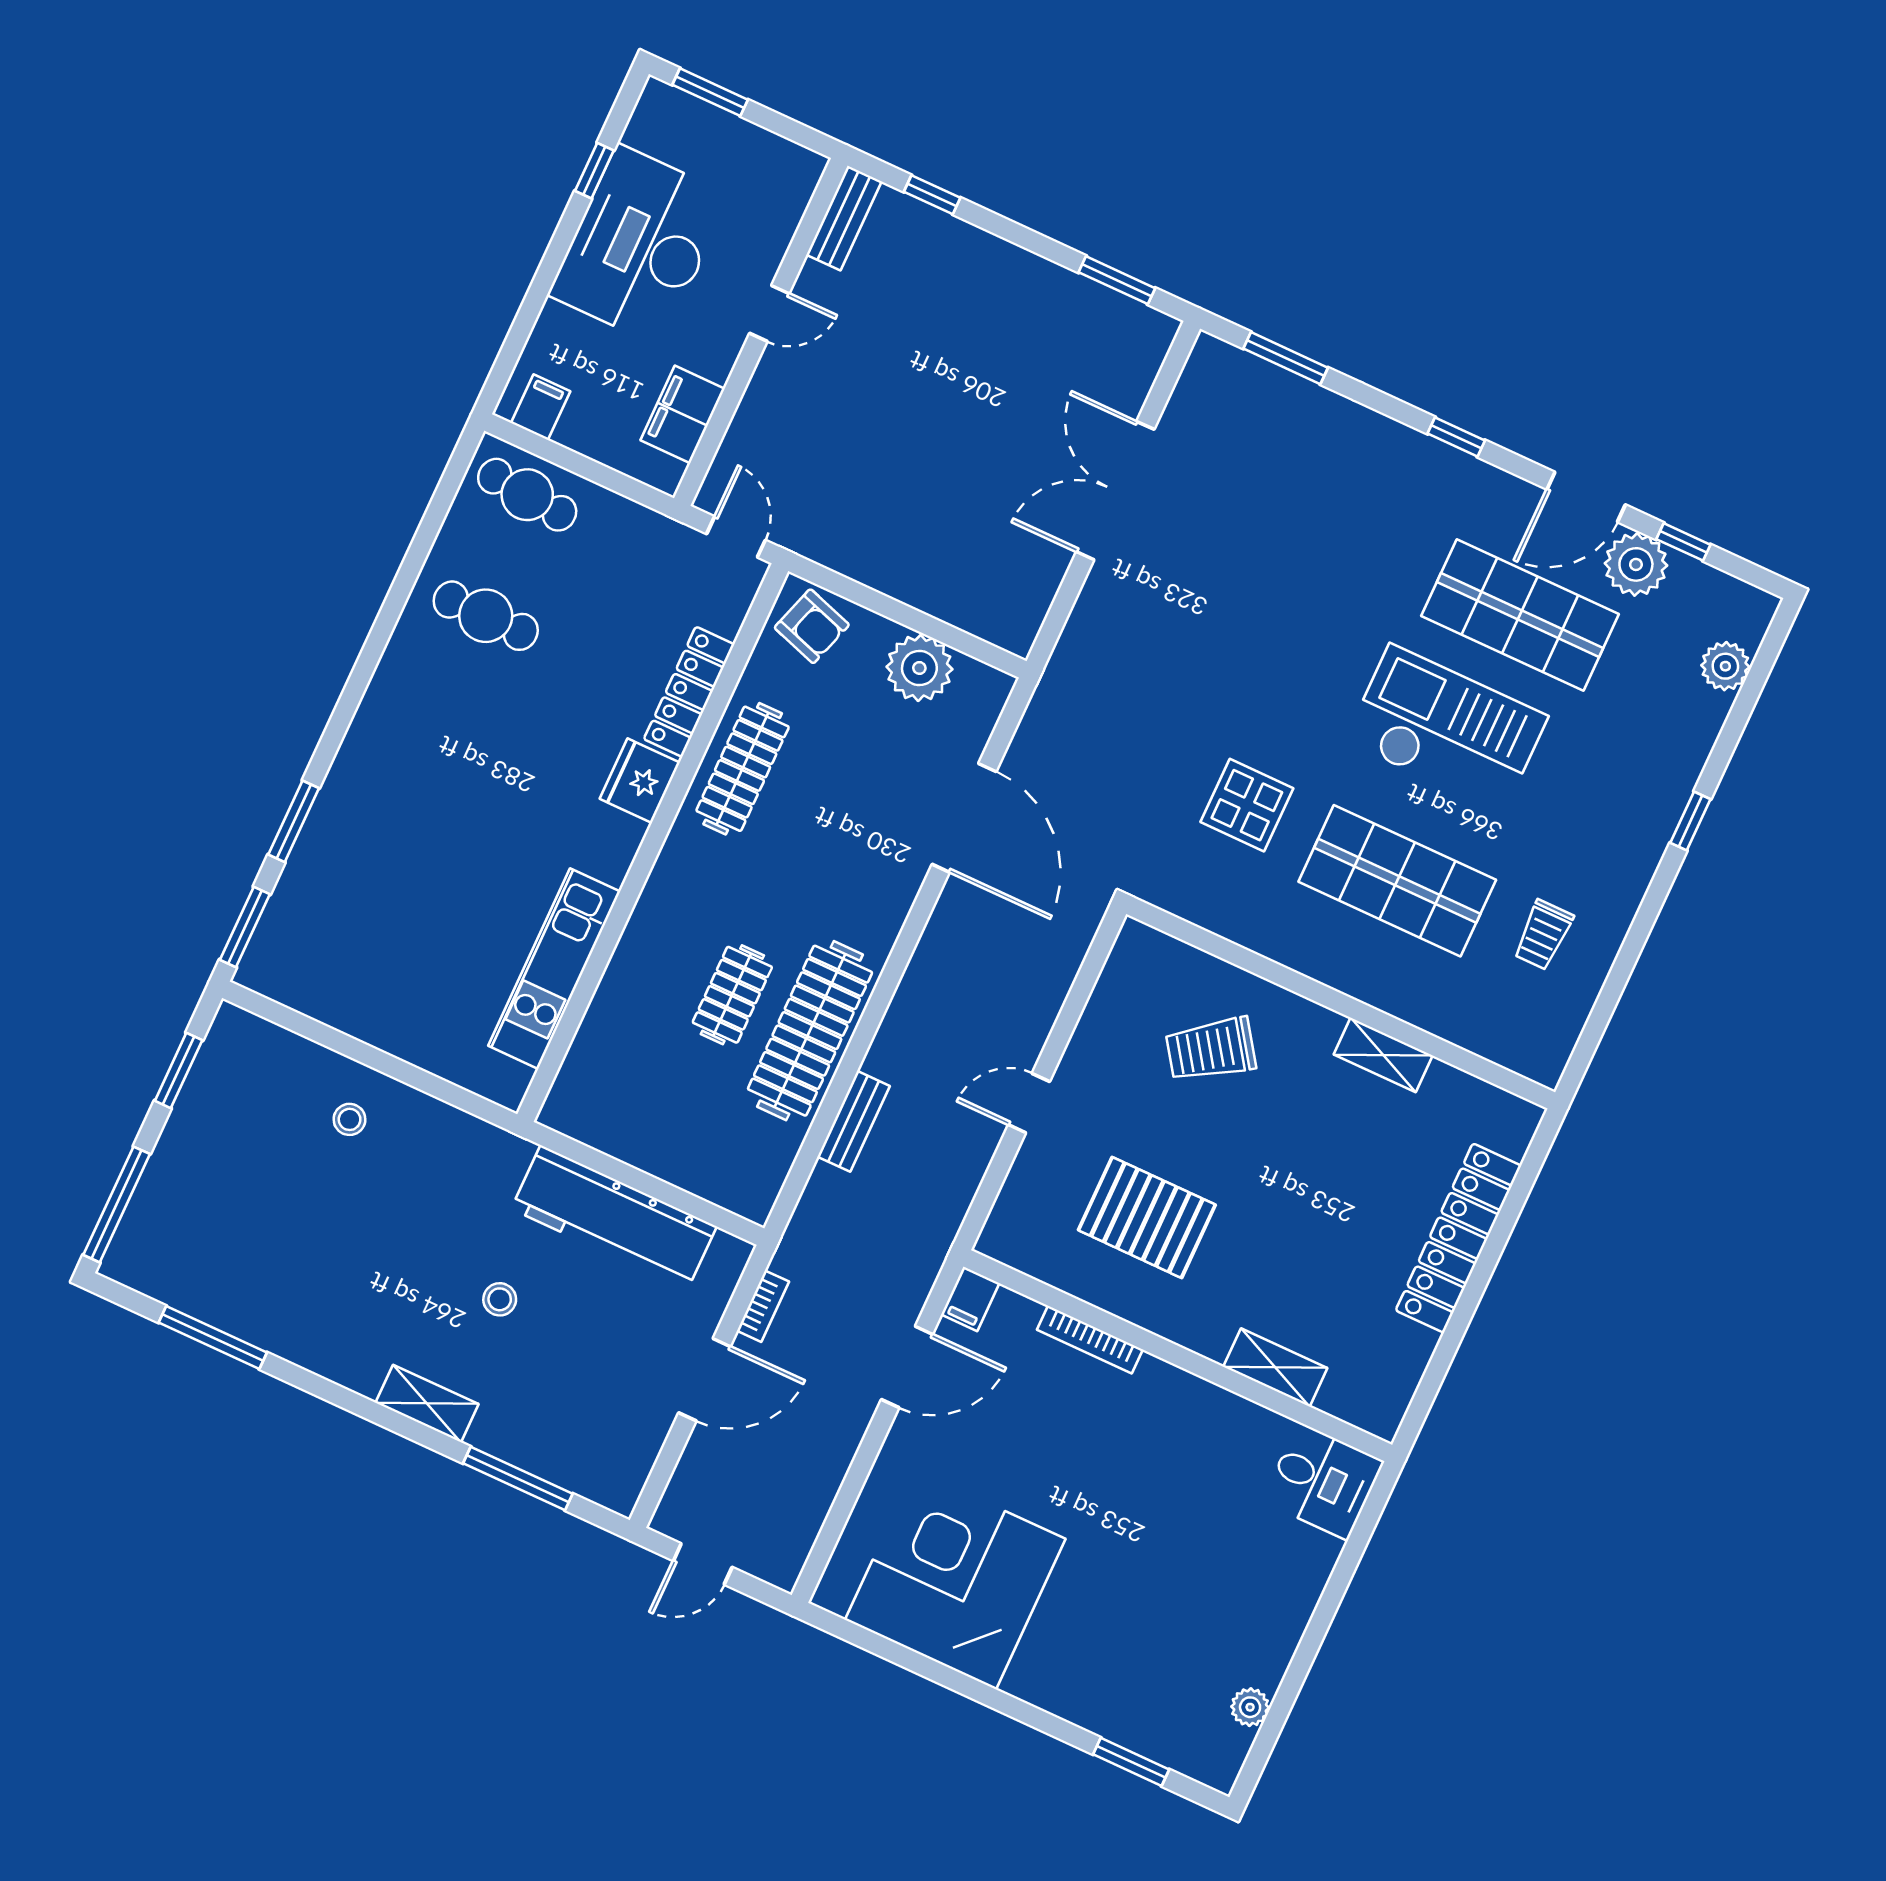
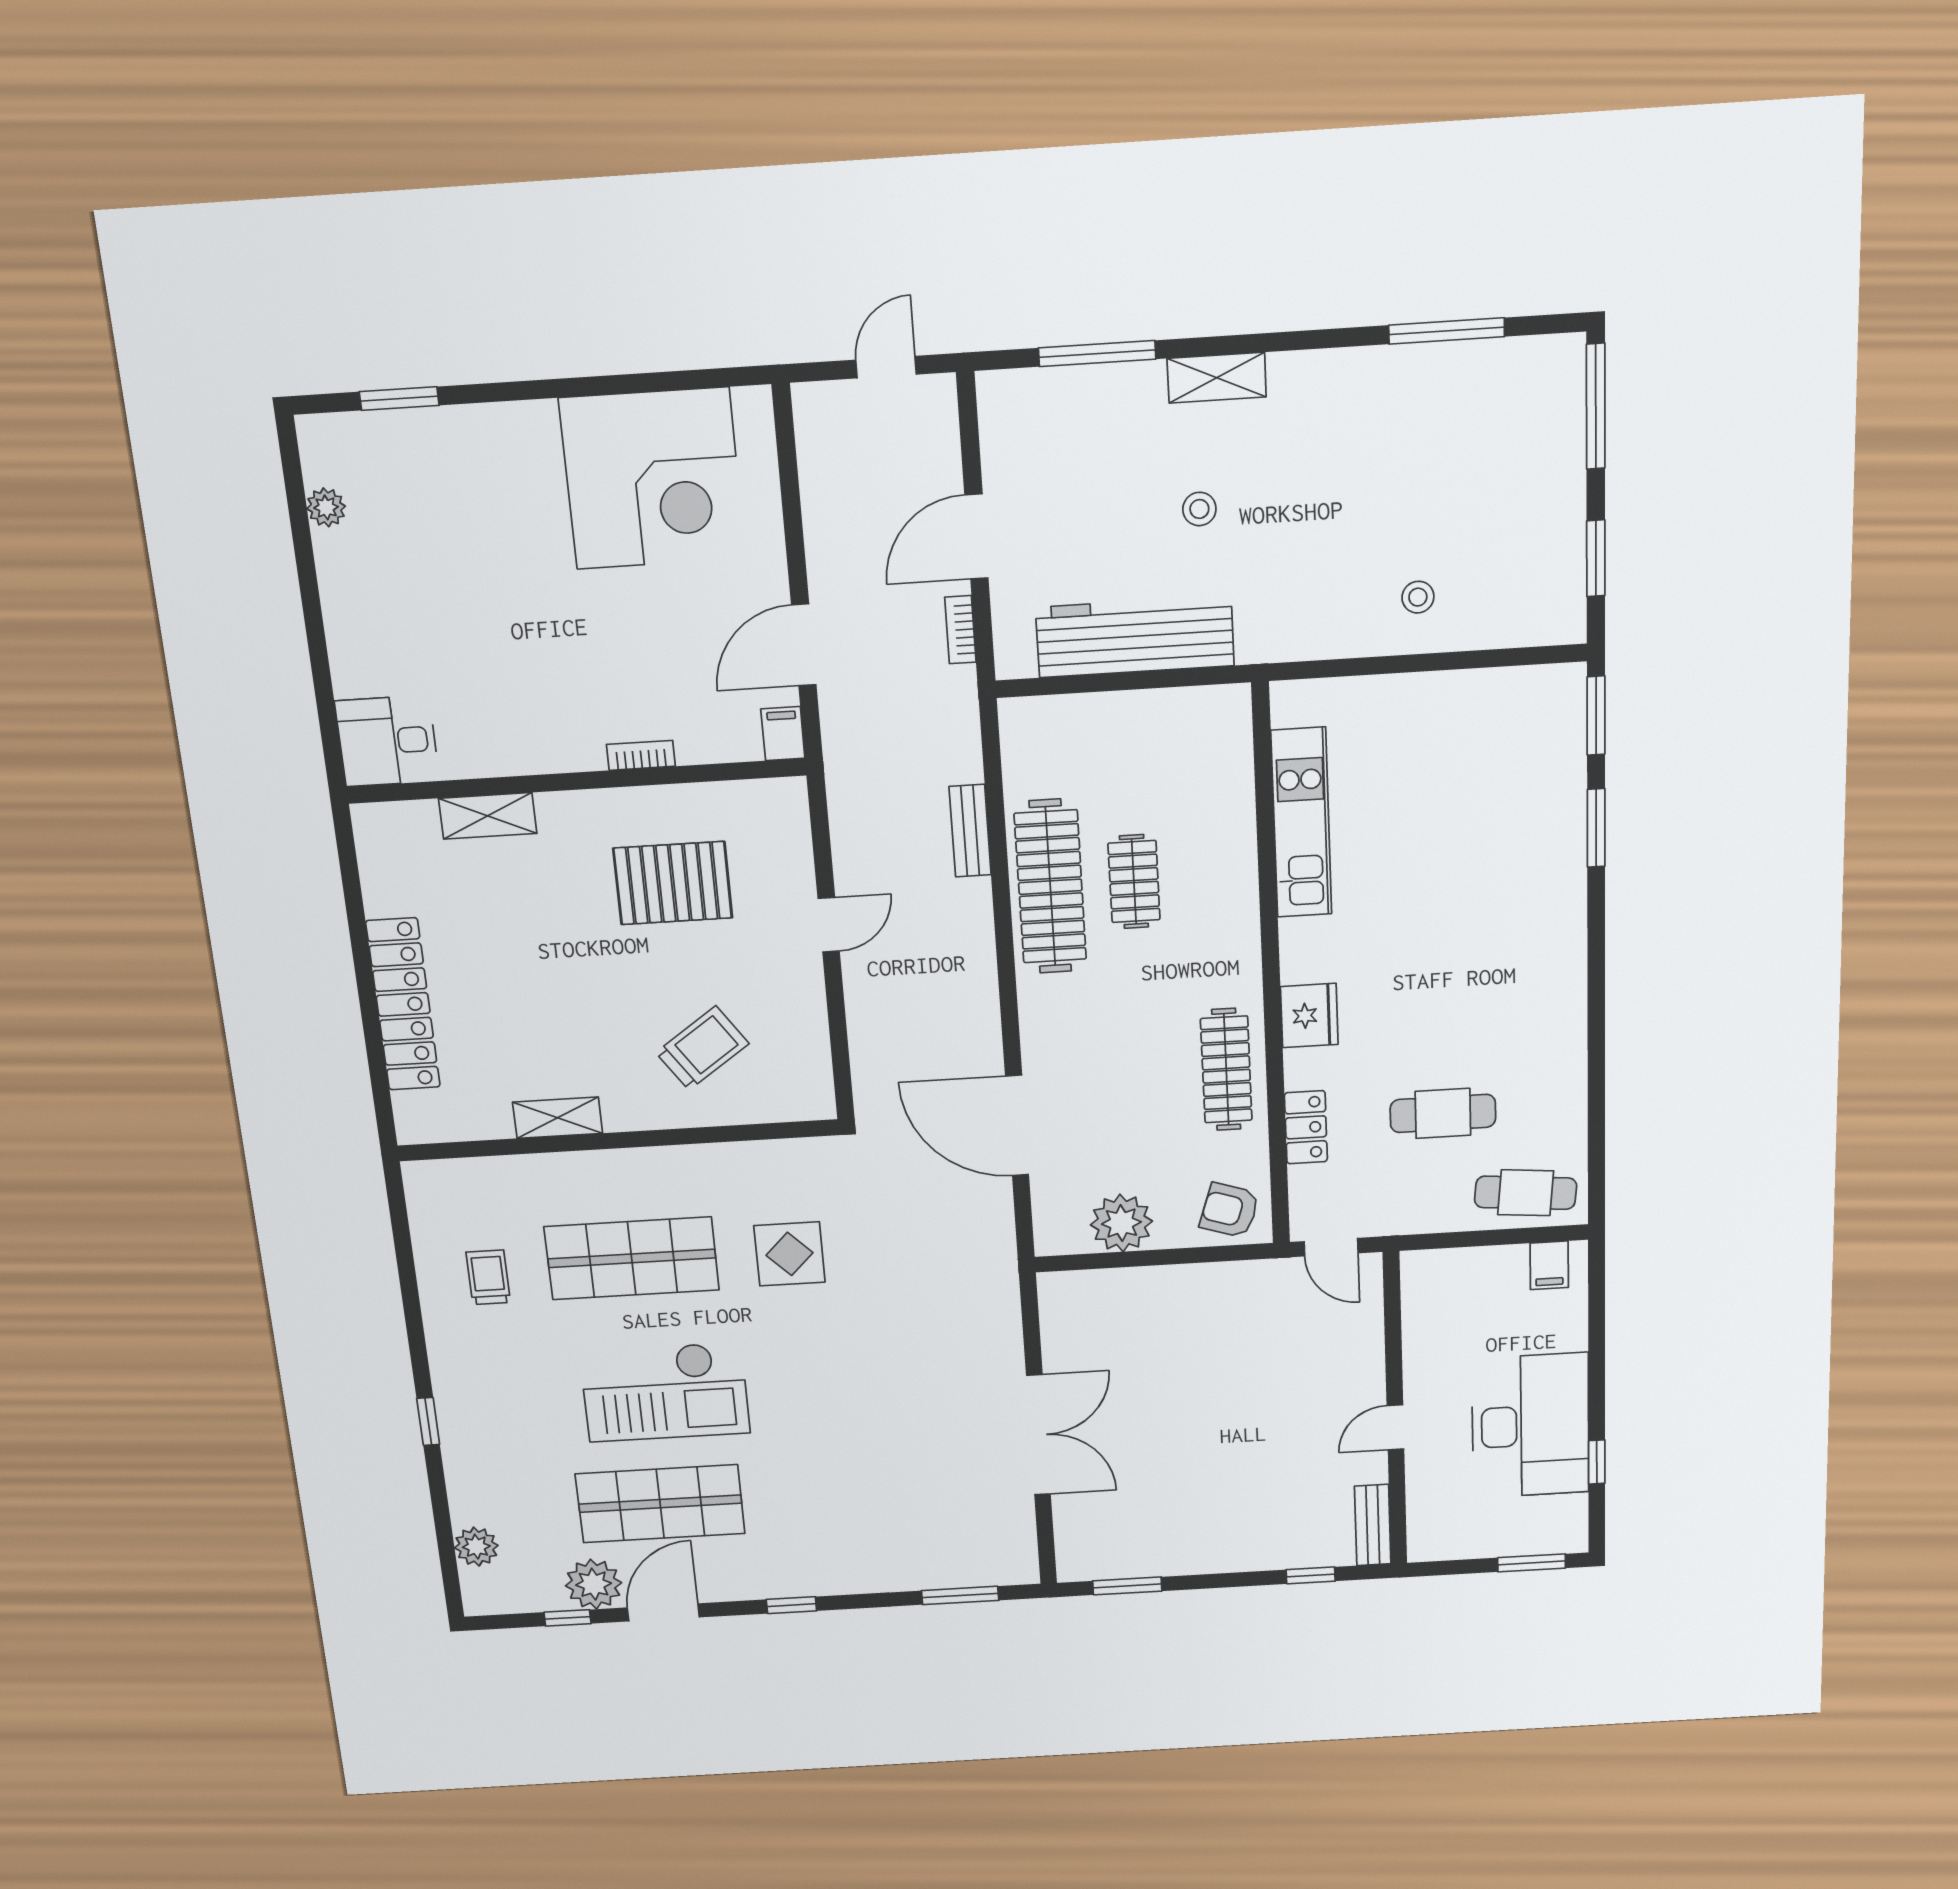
filing cabinet: (683, 414) -> (1427, 1318), removed
cafe table: (486, 616) -> (1443, 1113), moved
locker: (689, 692) -> (1306, 1127), width x0.66
bookcase: (1090, 1340) -> (641, 755), width x0.64

